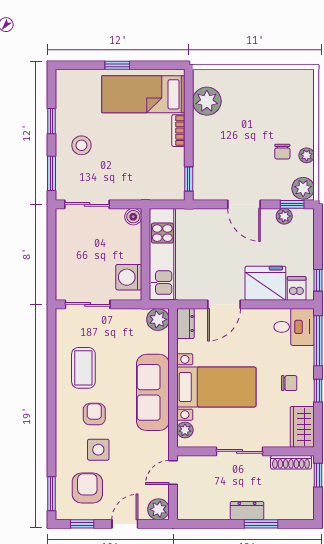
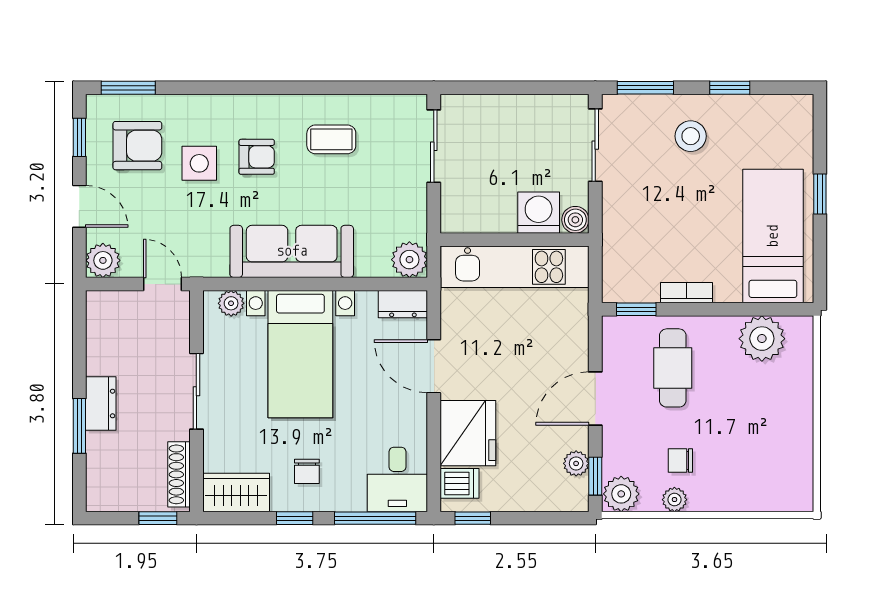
bookcase: (178, 131) -> (686, 293), moved
cafe table: (225, 156) -> (673, 368), added
washing machine: (129, 277) -> (539, 213), moved
coffee table: (83, 368) -> (331, 139), width x0.73, depth x0.77

